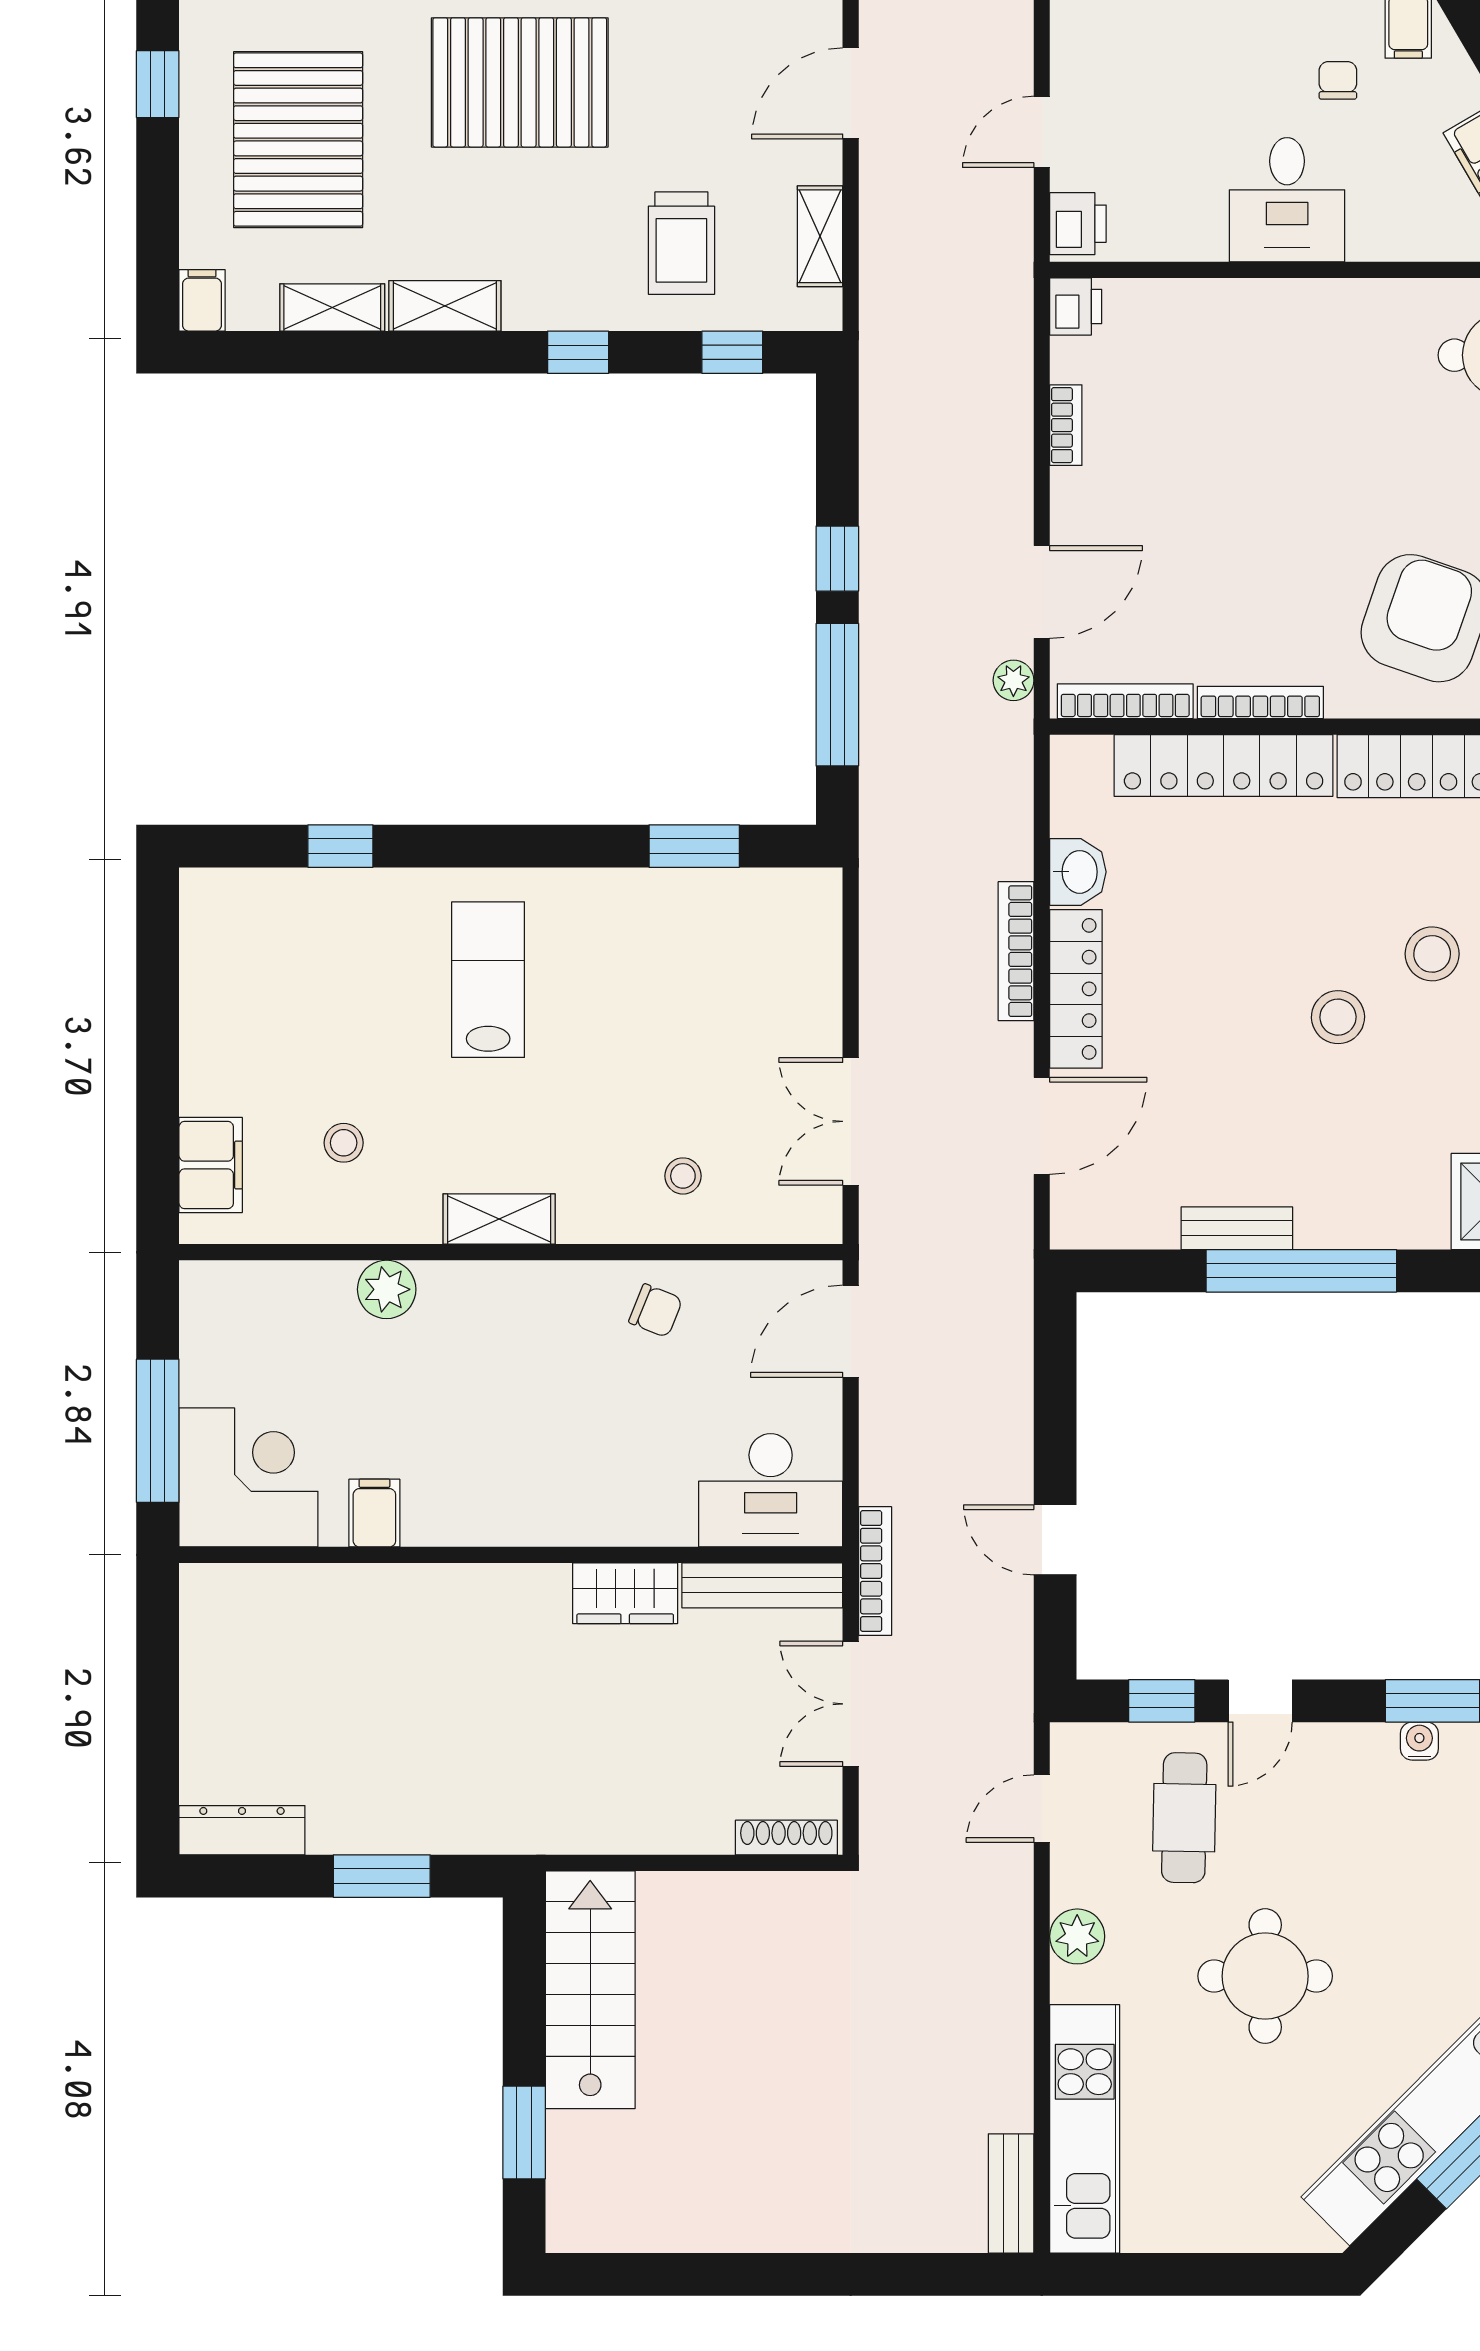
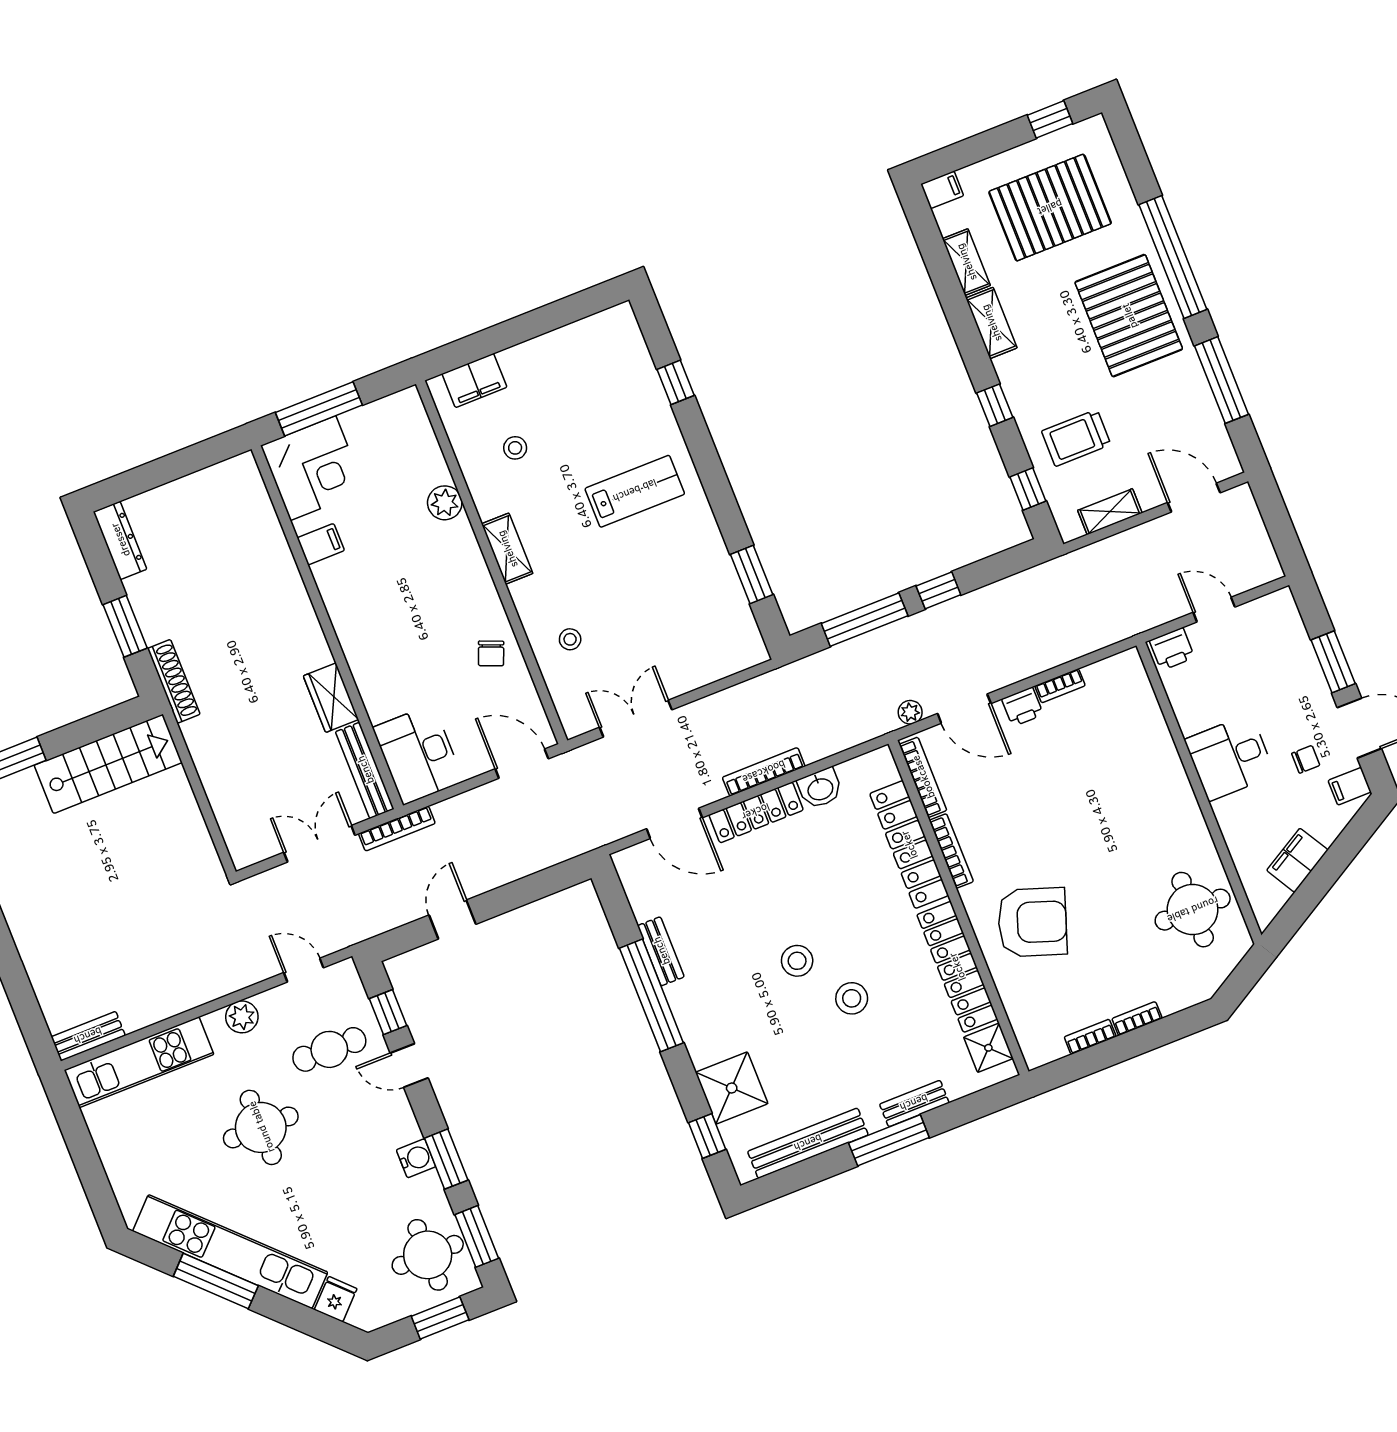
printer: (1076, 306) -> (1022, 707), moved
water cooler: (1419, 1741) -> (416, 1158), width x1.38, depth x1.38
shoe rack: (786, 1838) -> (174, 681), moved, width x1.36, depth x1.24

